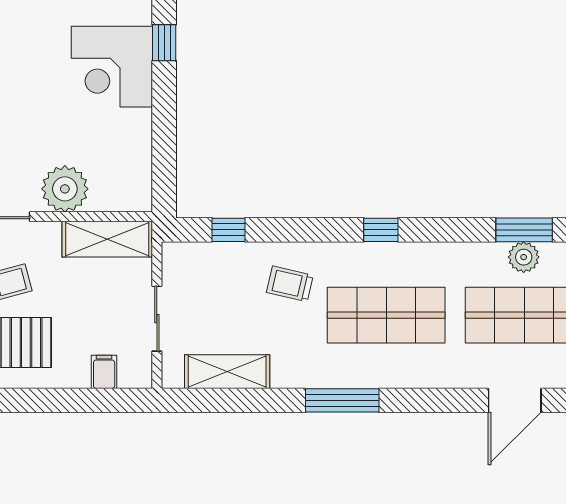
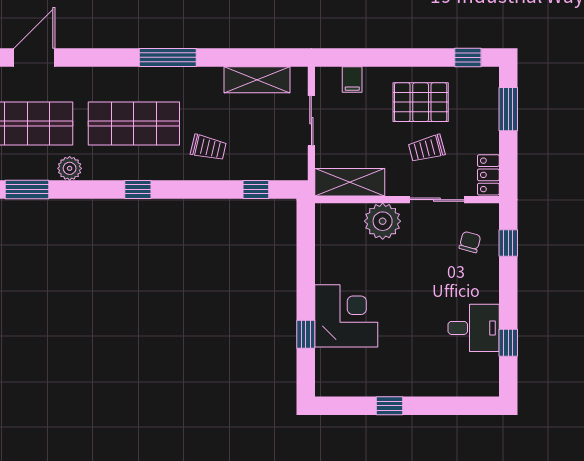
plant: (524, 257) -> (70, 168), moved

